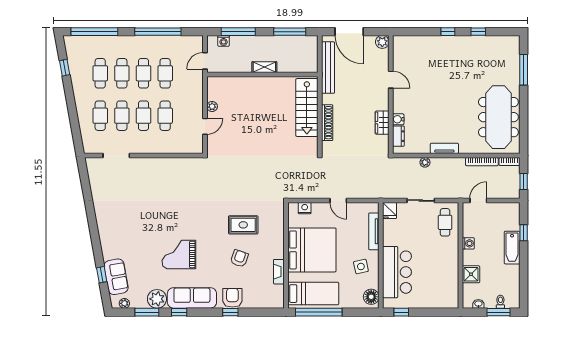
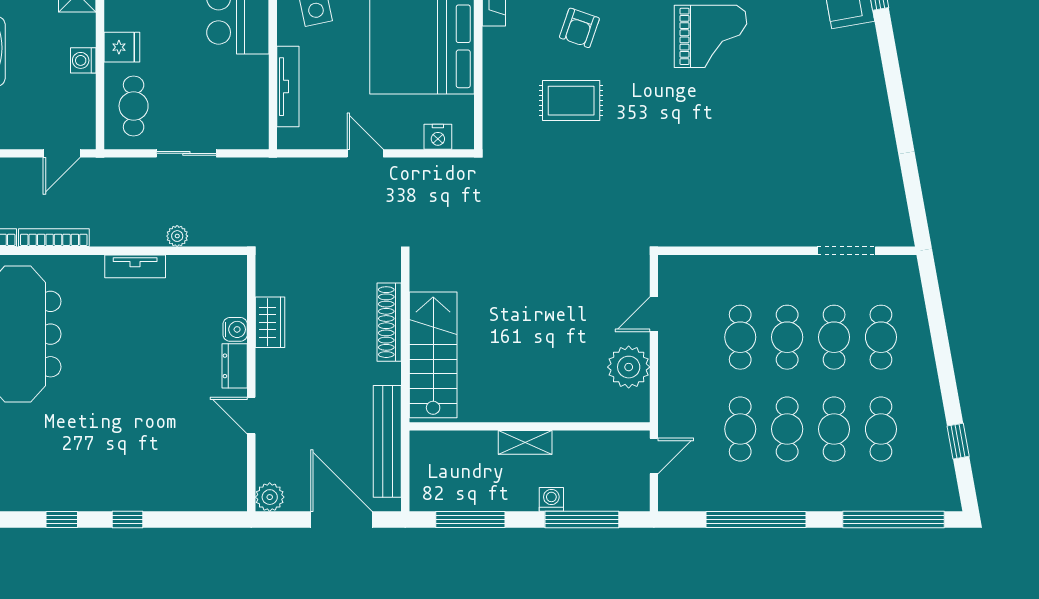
washing machine: (224, 41) -> (551, 499), moved
plant: (212, 106) -> (629, 367), width x1.87, depth x1.87
dresser: (398, 136) -> (235, 366), moved
fridge: (390, 211) -> (122, 47), moved, turned 90

